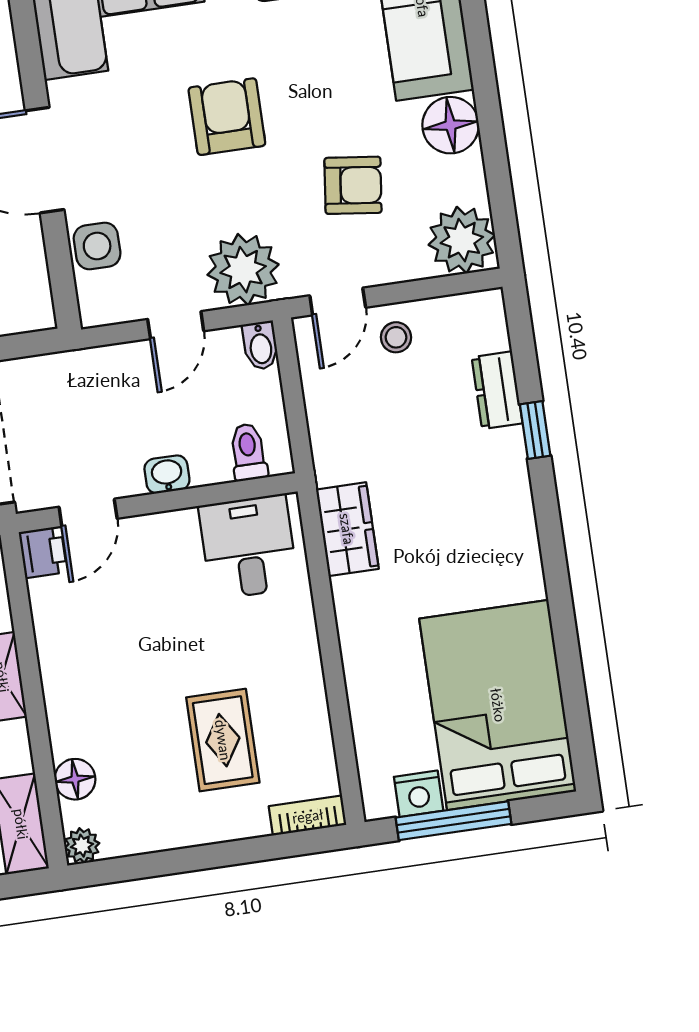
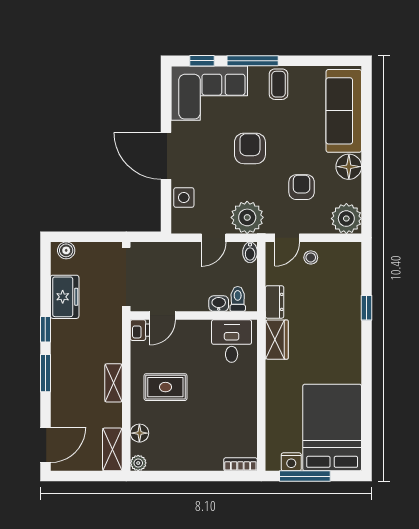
armchair: (353, 185) -> (302, 187), turned -97
dresser: (497, 390) -> (275, 302), moved, turned 180
washbasin: (167, 474) -> (219, 304), moved
rug: (223, 740) -> (165, 387), moved, turned 90

